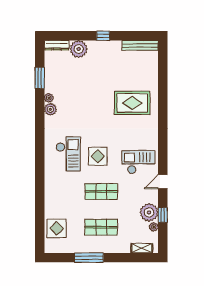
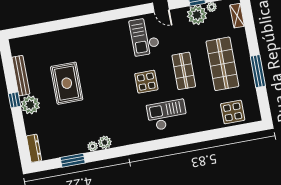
bench: (140, 45) -> (21, 76), moved
plant: (79, 49) -> (30, 105), moved
rug: (132, 103) -> (67, 83), moved
checkout: (68, 154) -> (167, 115), moved
shop shelf: (101, 227) -> (222, 64), width x1.43, depth x1.36

